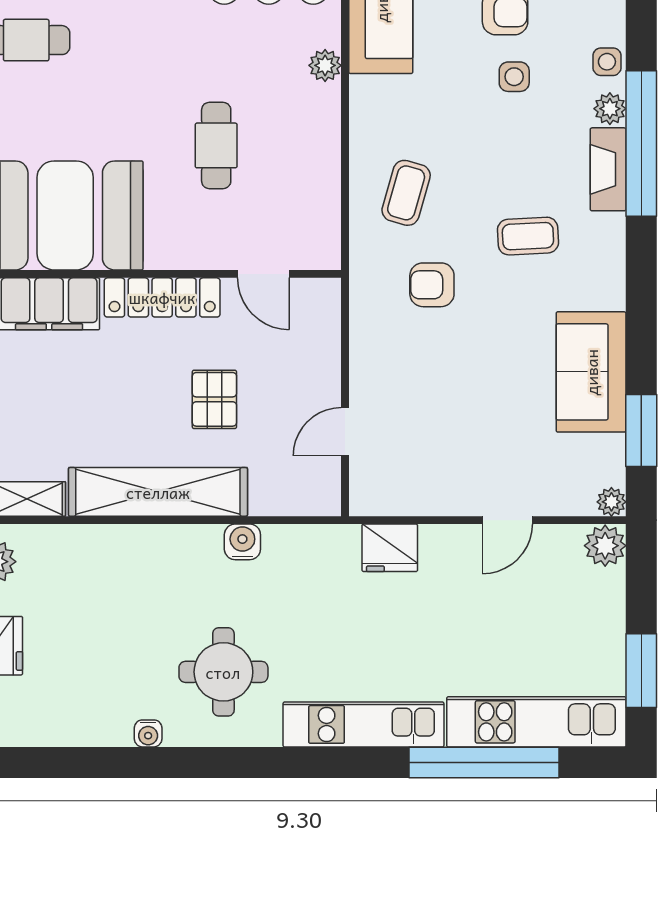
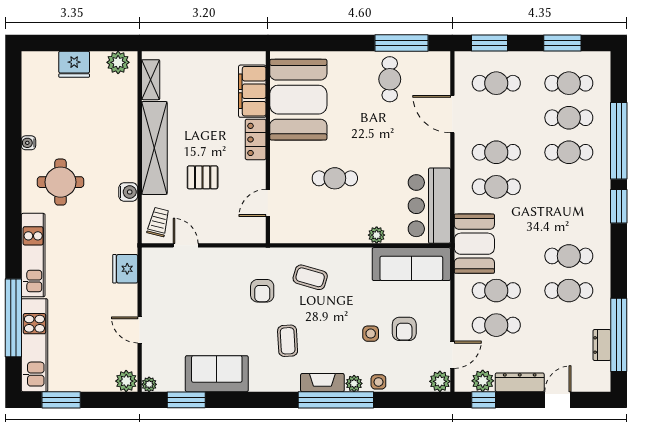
armchair: (432, 285) -> (262, 291), turned 180
locker: (162, 297) -> (256, 139), width x0.66
trolley: (300, 484) -> (158, 222), added

